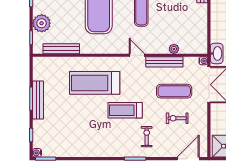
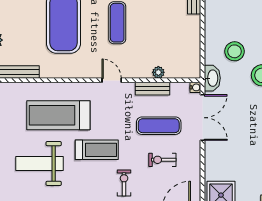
bench: (164, 62) -> (152, 89), width x0.73
treadmill: (125, 110) -> (97, 150), turned 180
weight bench: (80, 121) -> (39, 163), added

